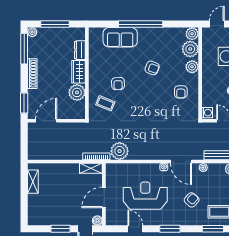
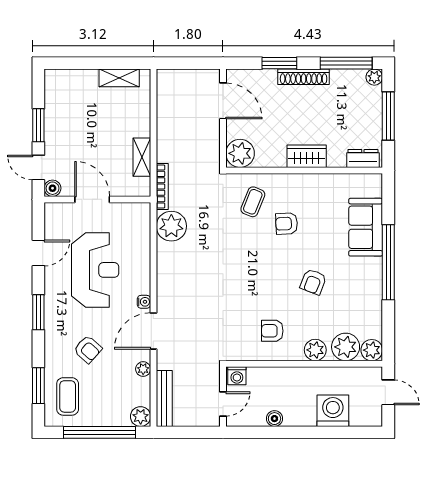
dresser: (80, 50) -> (363, 158), moved
plant: (77, 92) -> (240, 153), moved
window: (24, 103) -> (279, 63), moved
shelving: (91, 168) -> (142, 157), moved

